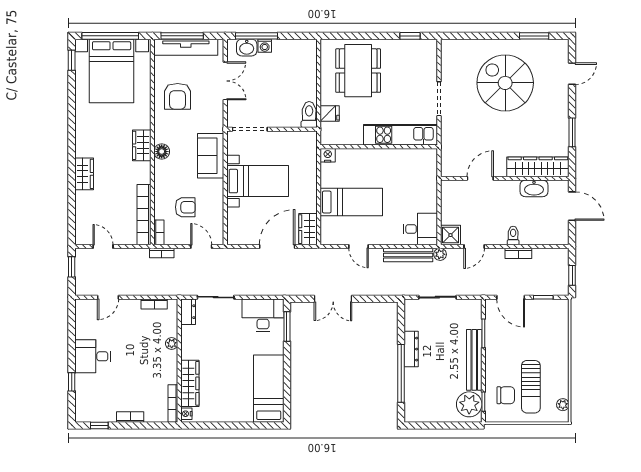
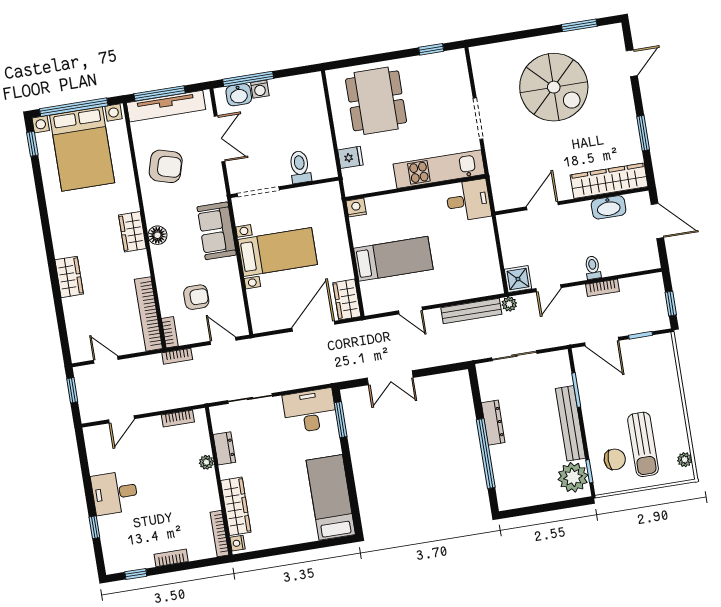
spiral stairs: (505, 83) -> (554, 87), turned 180
armchair: (178, 96) -> (166, 166), turned -74
toilet: (309, 115) -> (300, 167), moved
desk: (420, 229) -> (468, 200), moved
dresser: (188, 312) -> (224, 448), moved

